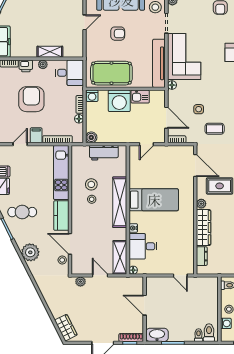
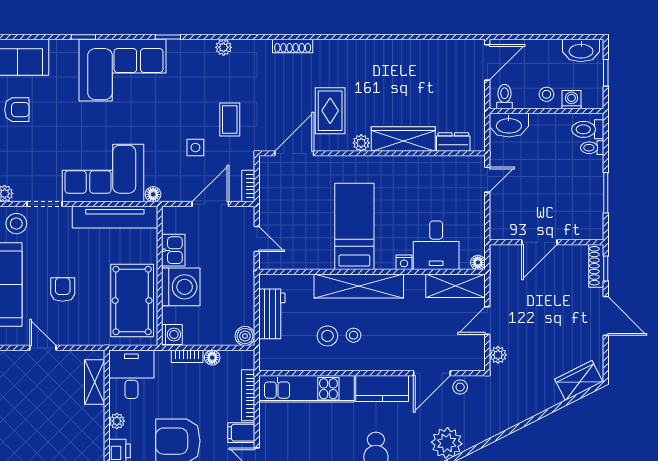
shelving: (50, 52) -> (95, 382), moved
washbasin: (157, 335) -> (509, 125), moved, turned -90

